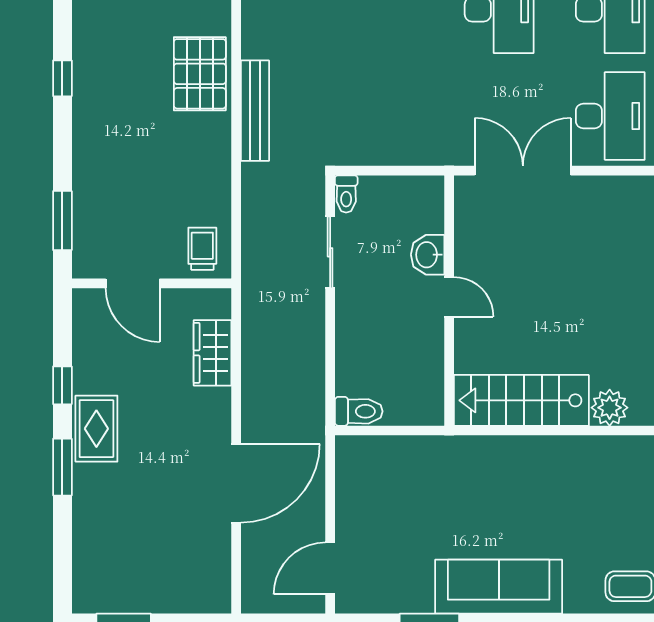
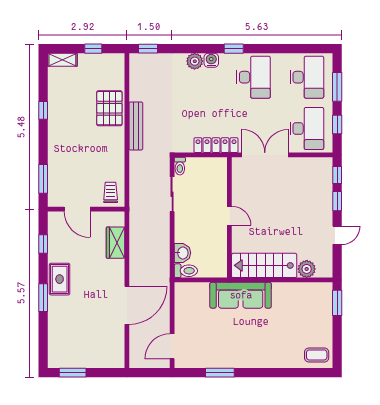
locker: (421, 150) -> (216, 145), added
washbasin: (428, 255) -> (182, 253), moved, turned 180
window: (62, 385) -> (43, 244), moved
sofa: (499, 587) -> (241, 295), moved, turned 180

